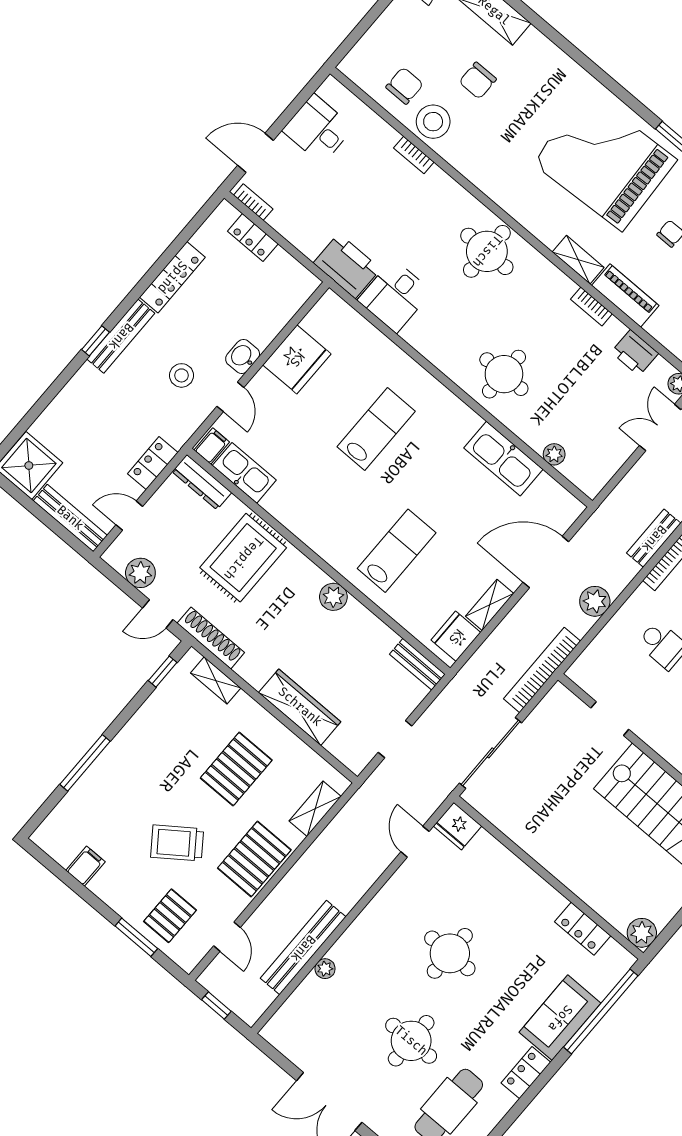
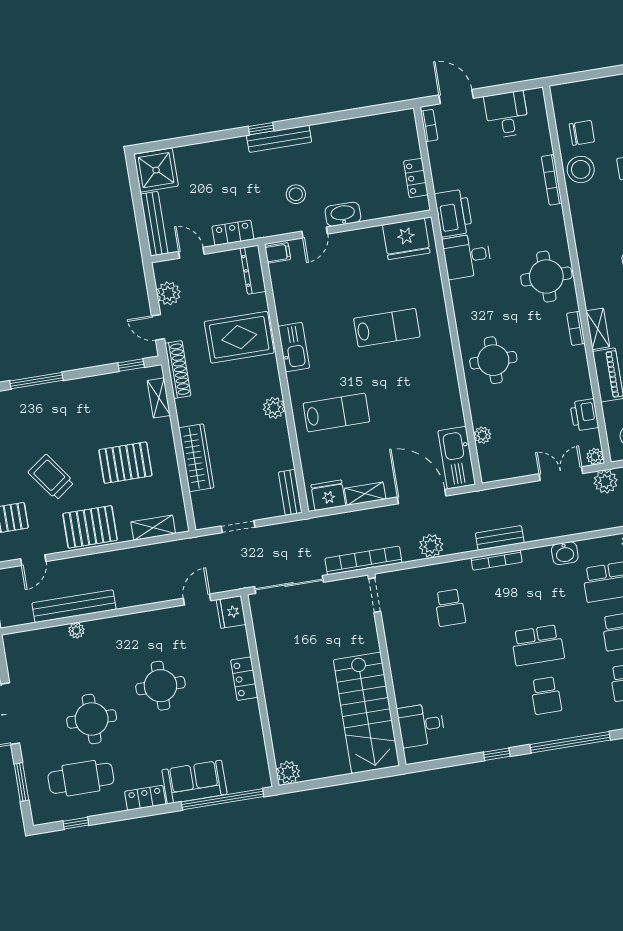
bookcase: (414, 155) -> (552, 180), width x1.56
locker: (253, 238) -> (416, 178), moved
locker: (172, 277) -> (341, 129), removed
bookcase: (591, 307) -> (576, 328), moved
washbasin: (243, 356) -> (343, 214), width x1.38
fridge: (297, 359) -> (406, 239), moved
kitchen sink: (503, 459) -> (457, 458), moved
kitchen sink: (244, 473) -> (294, 347), moved
doorway: (610, 719) -> (375, 595), moved
locker: (583, 929) -> (244, 679), moved

